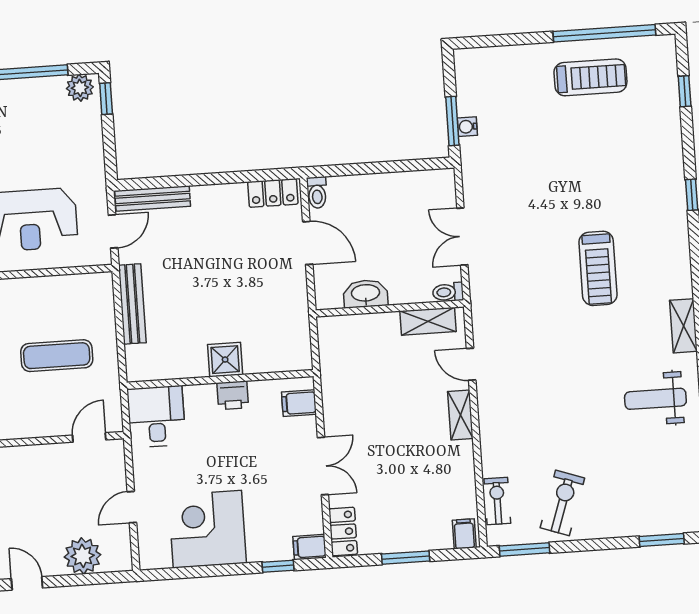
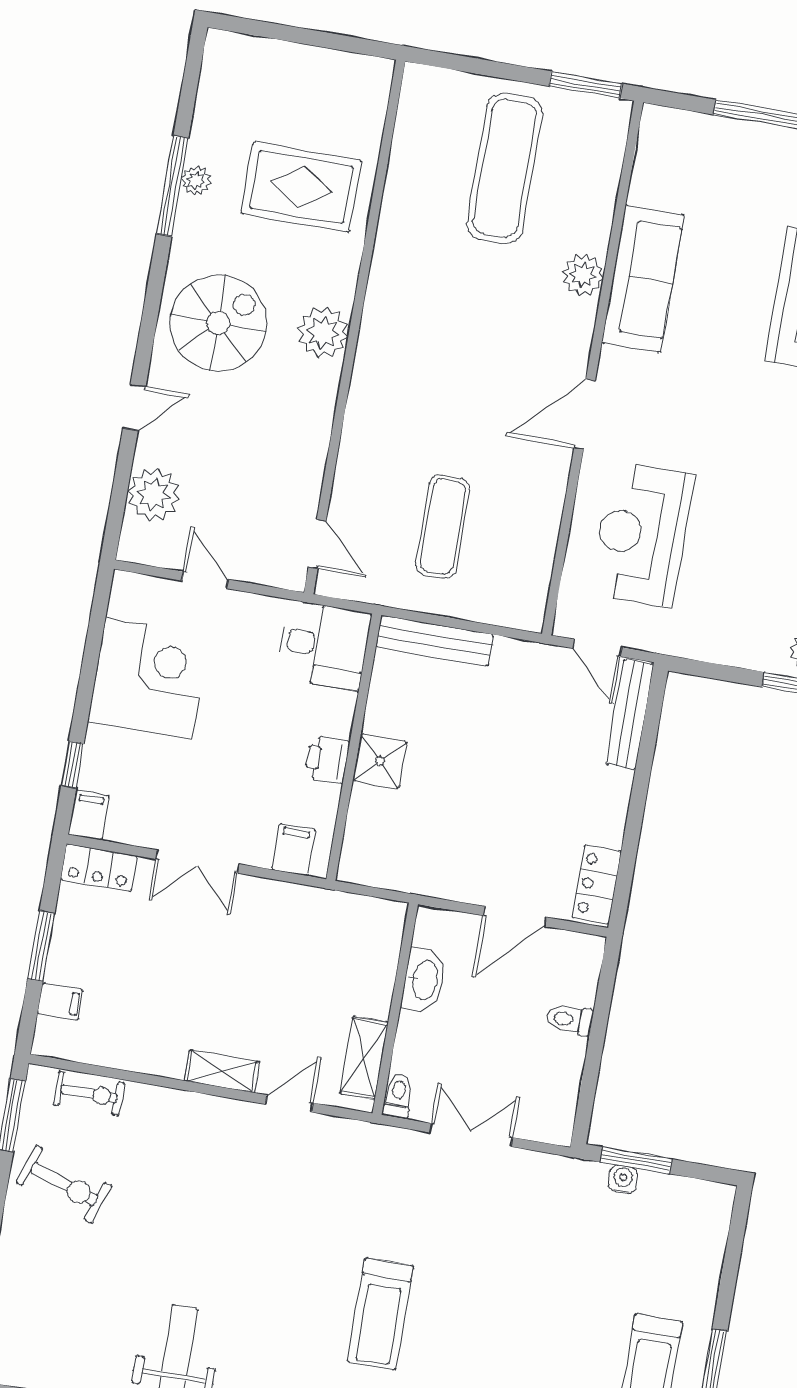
toilet: (317, 193) -> (570, 1020), moved
treadmill: (598, 268) -> (380, 1314), turned -90
bench: (132, 304) -> (435, 641), moved
filing cabinet: (464, 534) -> (60, 1002), moved

